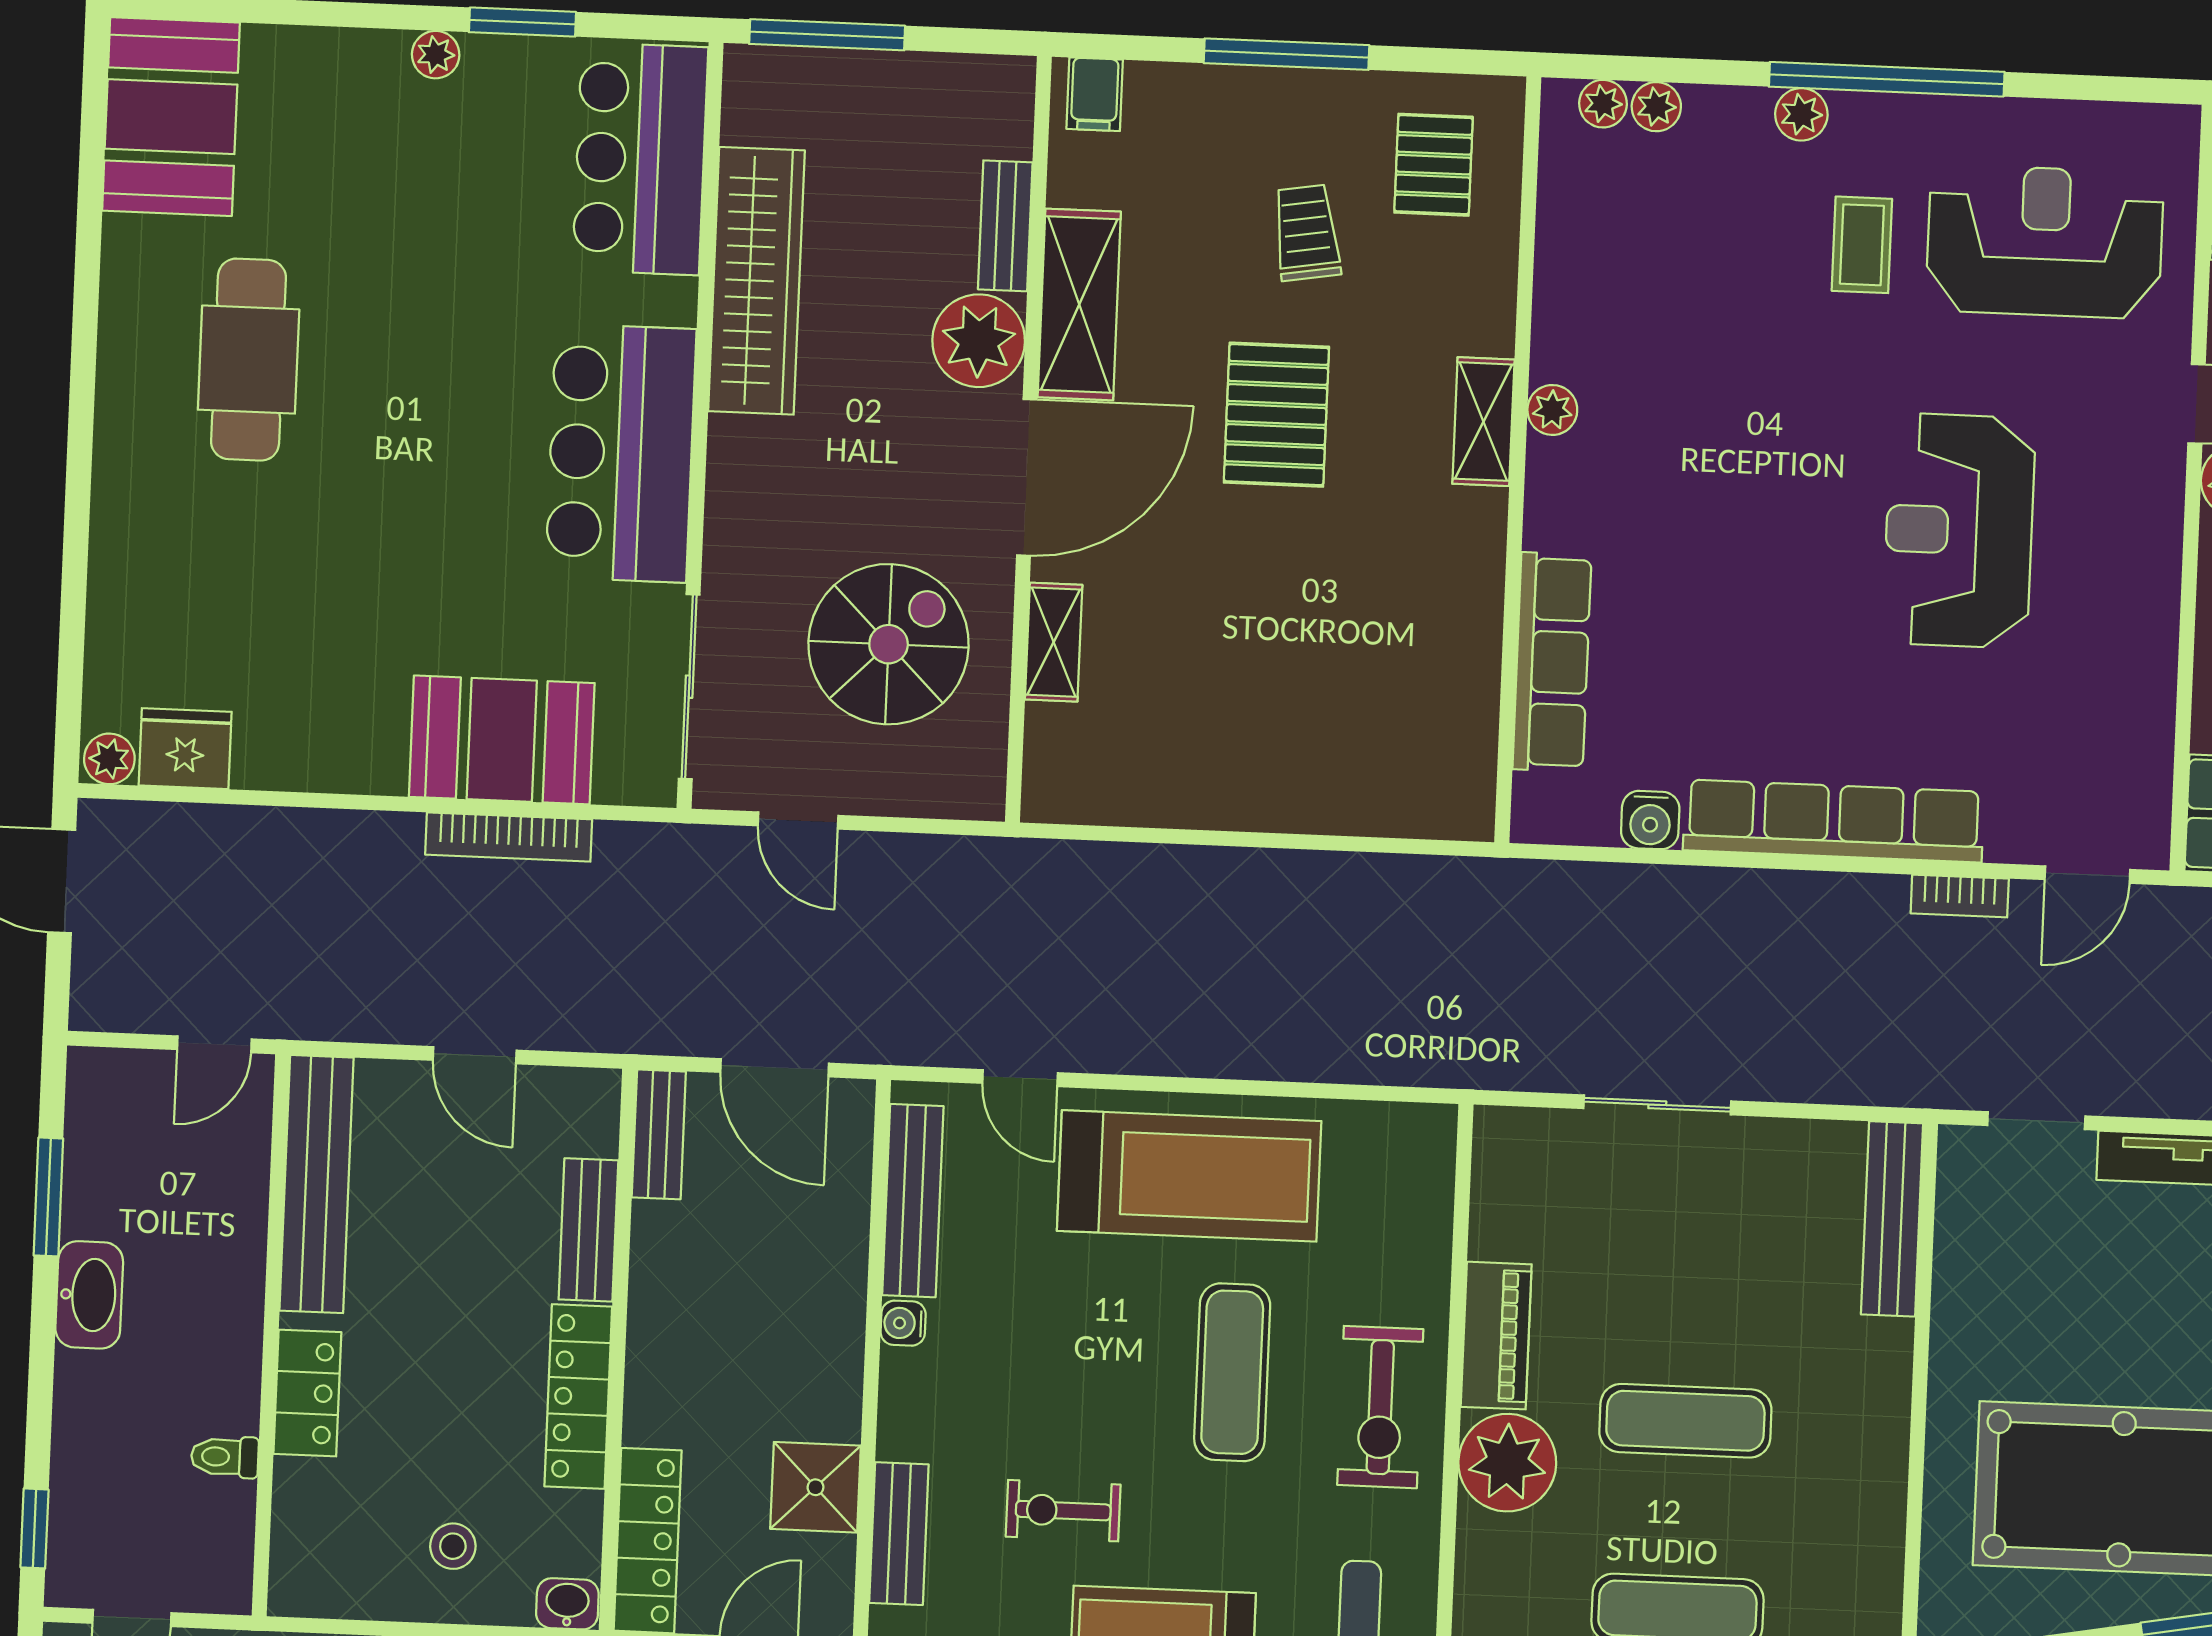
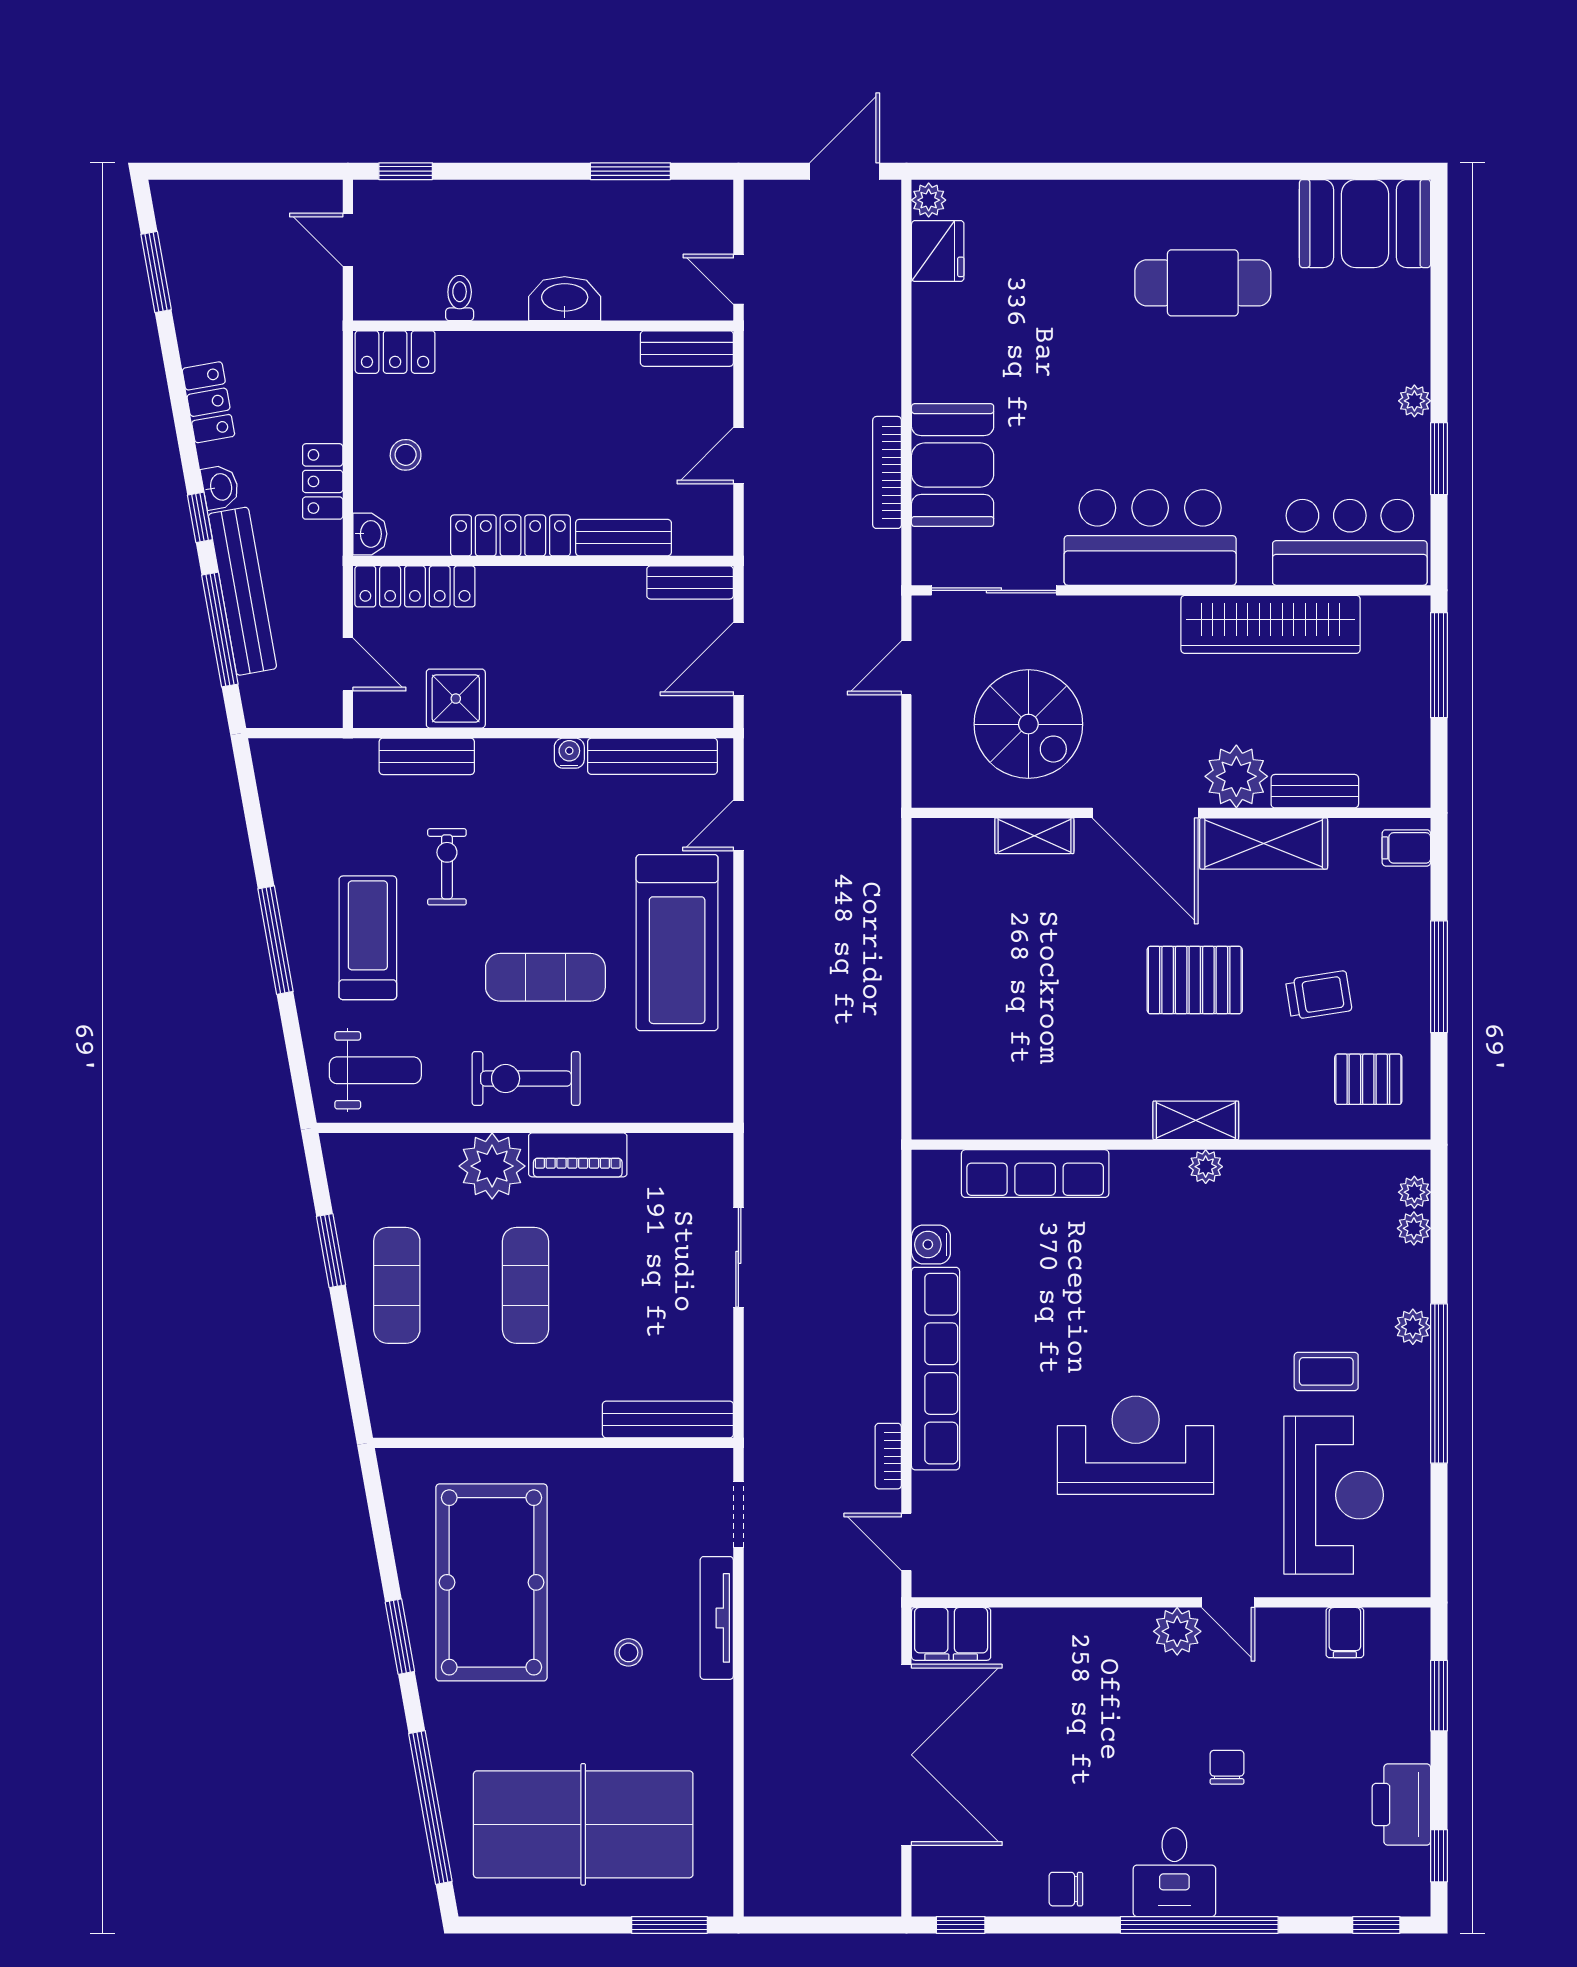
bench: (317, 1184) -> (687, 349), width x0.54, depth x0.82
washbasin: (89, 1295) -> (565, 299), moved, turned 180
locker: (307, 1393) -> (395, 352), moved

